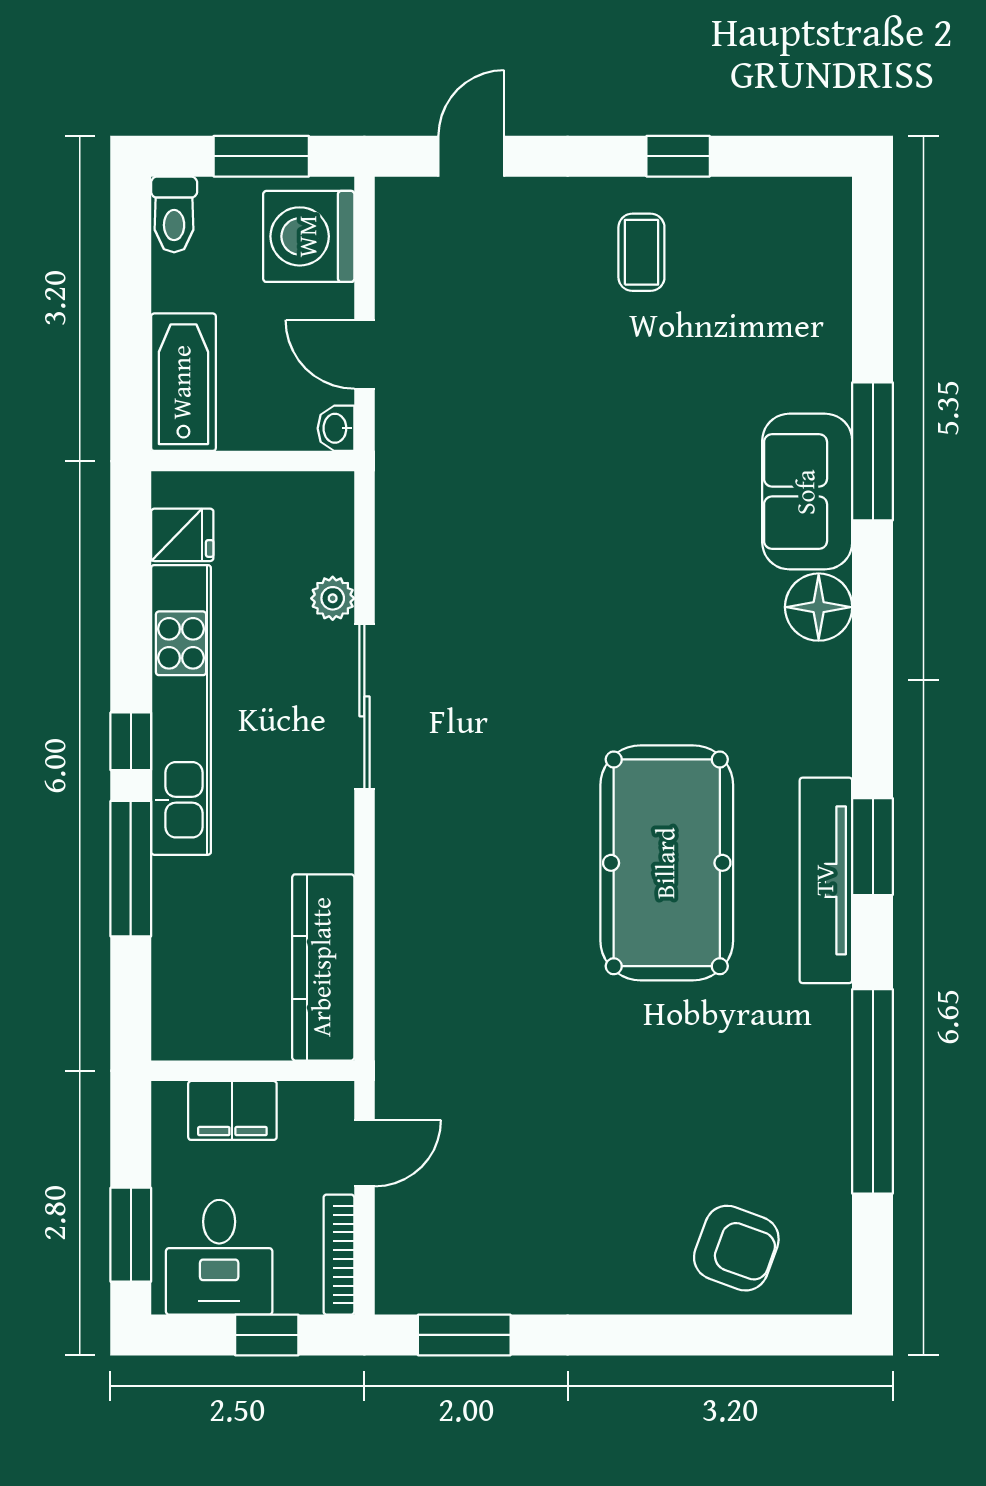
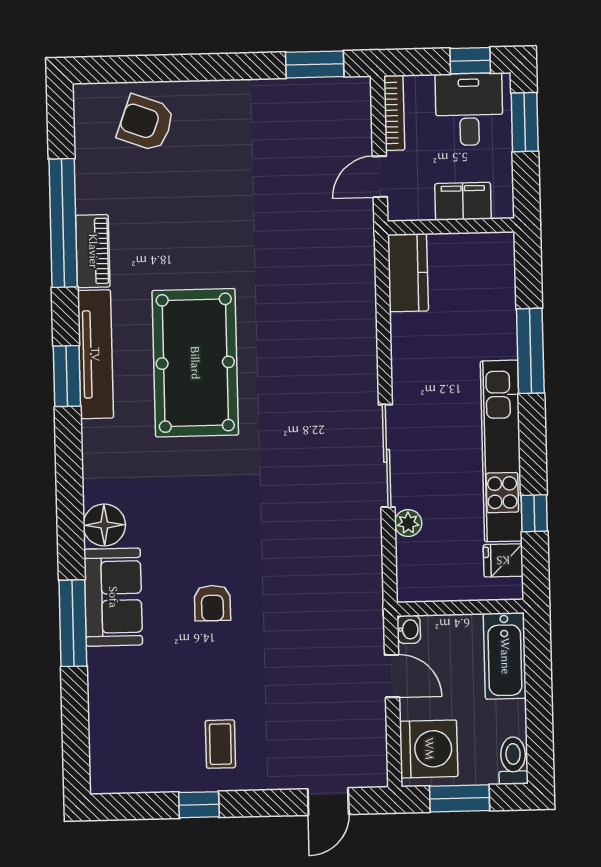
armchair: (649, 478) -> (212, 603), added
window: (131, 741) -> (534, 513), moved
kitchen counter: (323, 967) -> (408, 273), width x0.67
piano: (826, 1045) -> (93, 251), added
window: (267, 1335) -> (470, 61), moved

